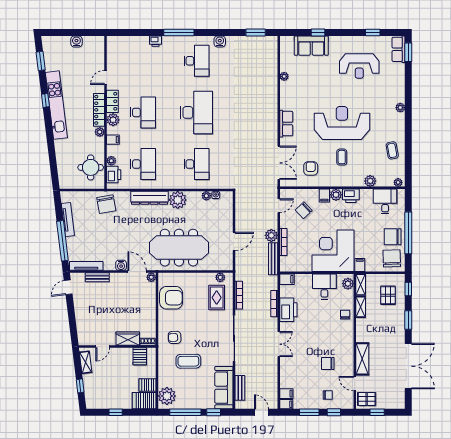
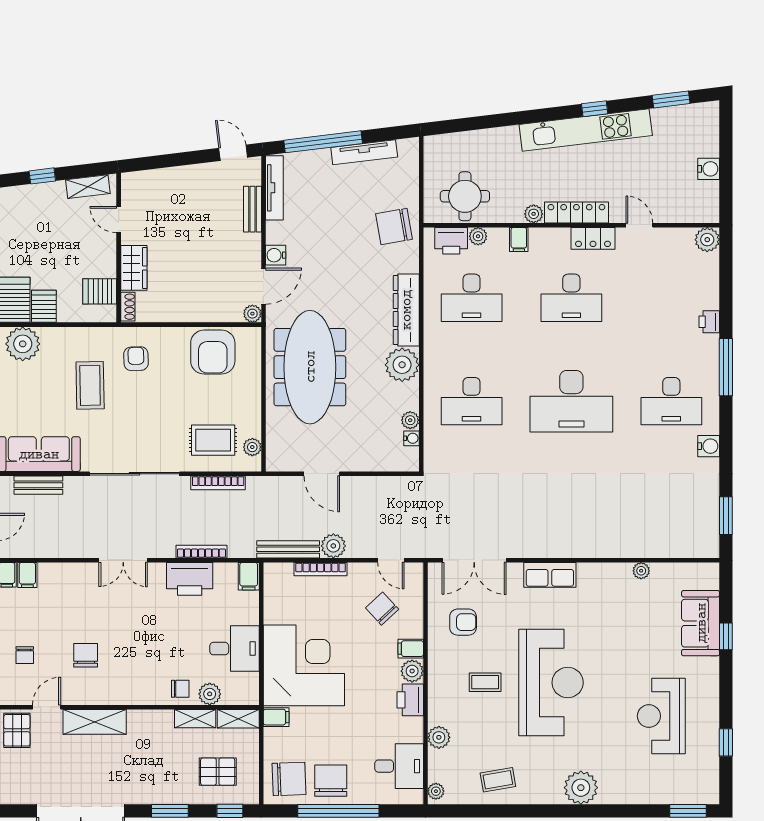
row of seats: (399, 49) -> (694, 792), removed
plant: (400, 108) -> (581, 788), width x1.88, depth x1.88
plant: (113, 120) -> (707, 240), moved
plant: (348, 284) -> (210, 694), moved

